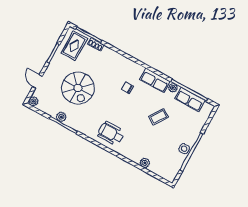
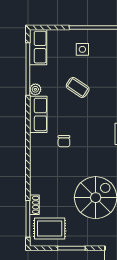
row of seats: (190, 99) -> (38, 47), moved
side table: (184, 149) -> (82, 49), moved

